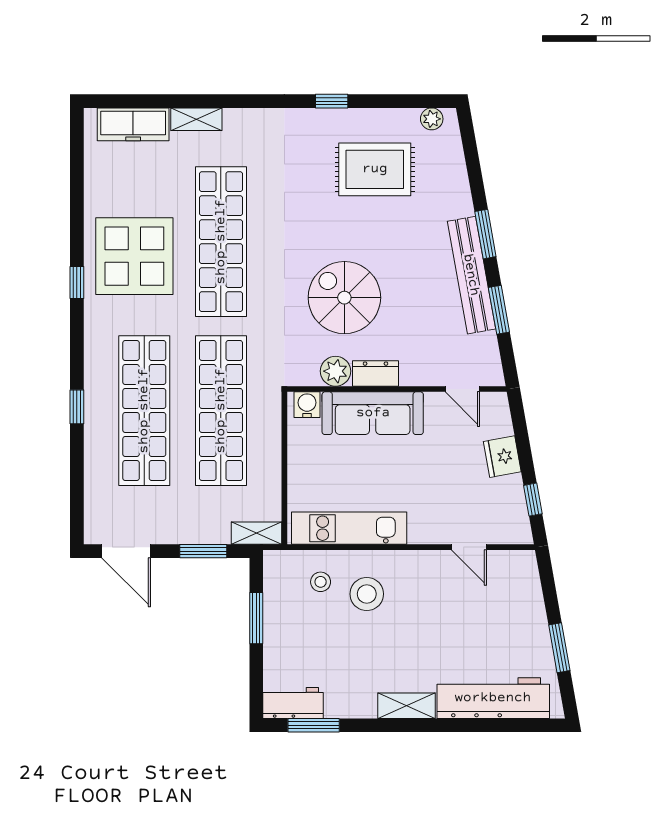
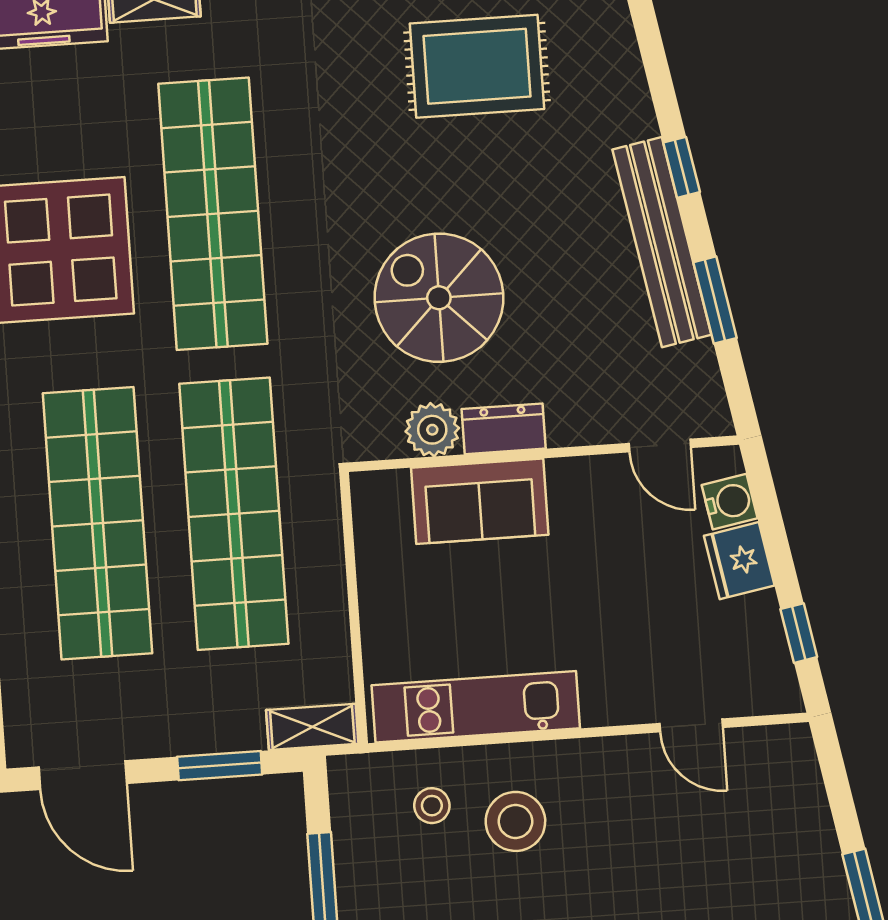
window: (485, 234) -> (682, 167), width x0.67
water cooler: (307, 405) -> (730, 502), moved, turned 80
sofa: (373, 413) -> (480, 501), width x0.73

